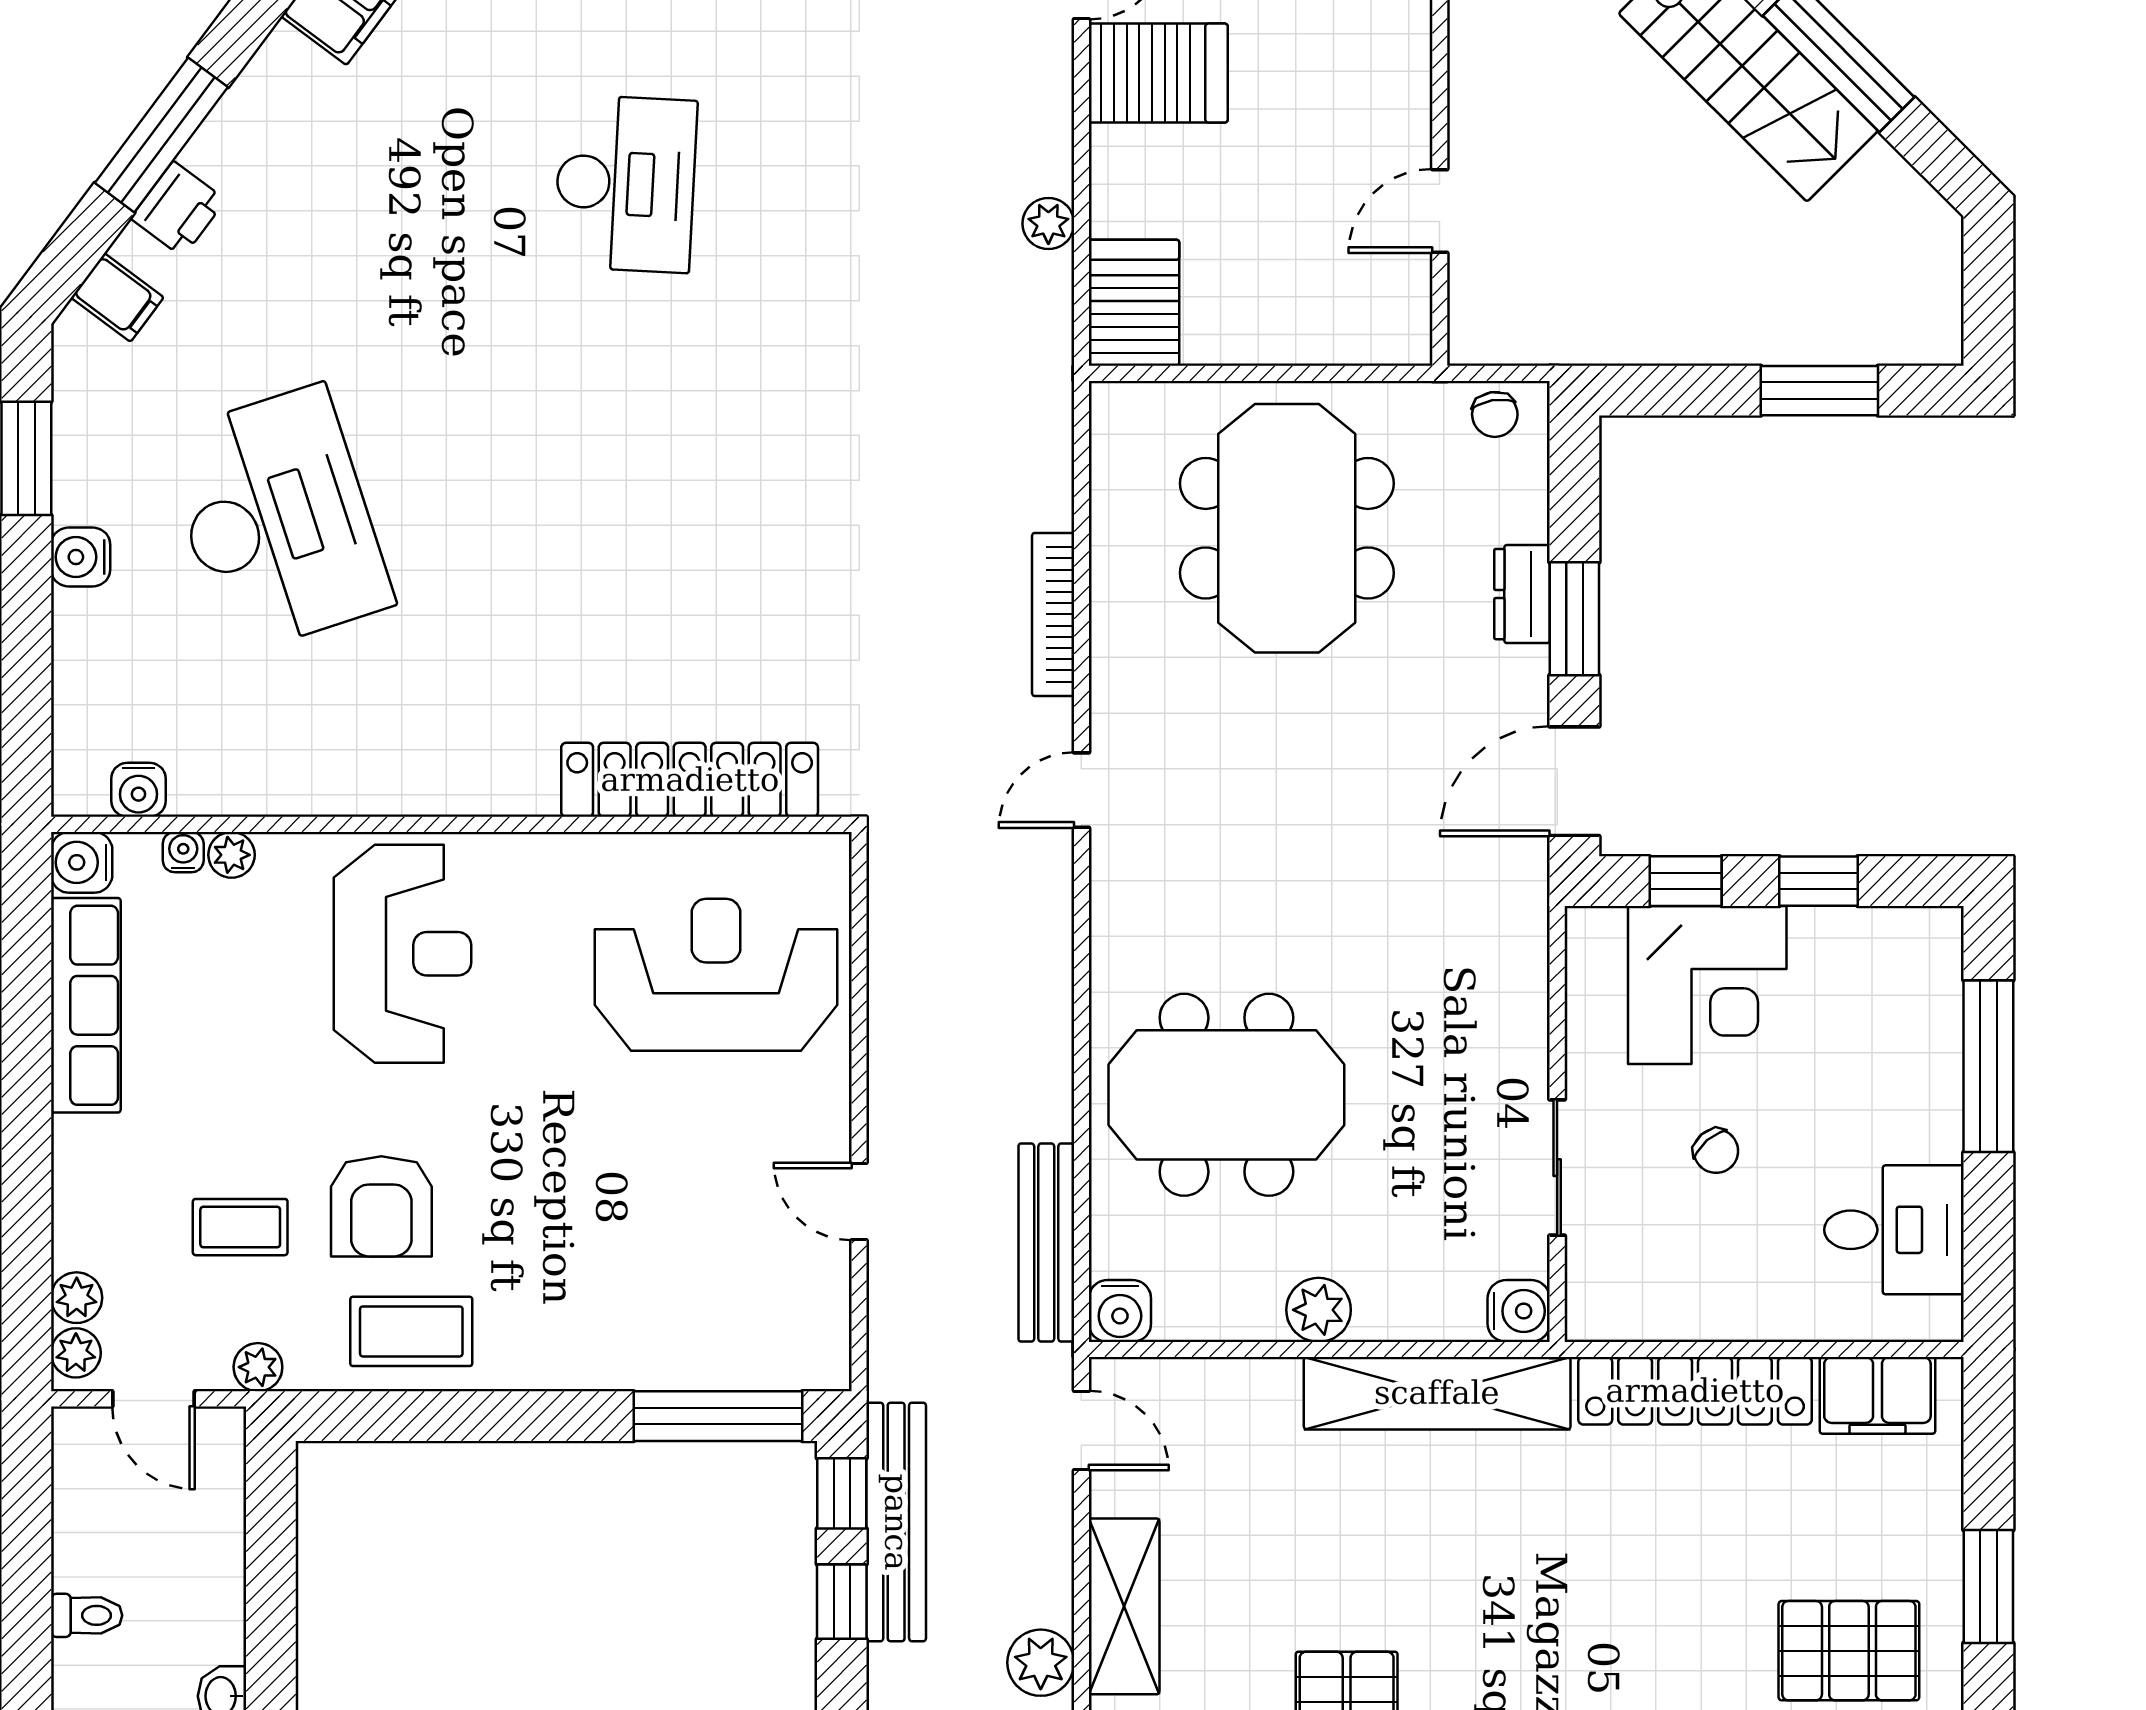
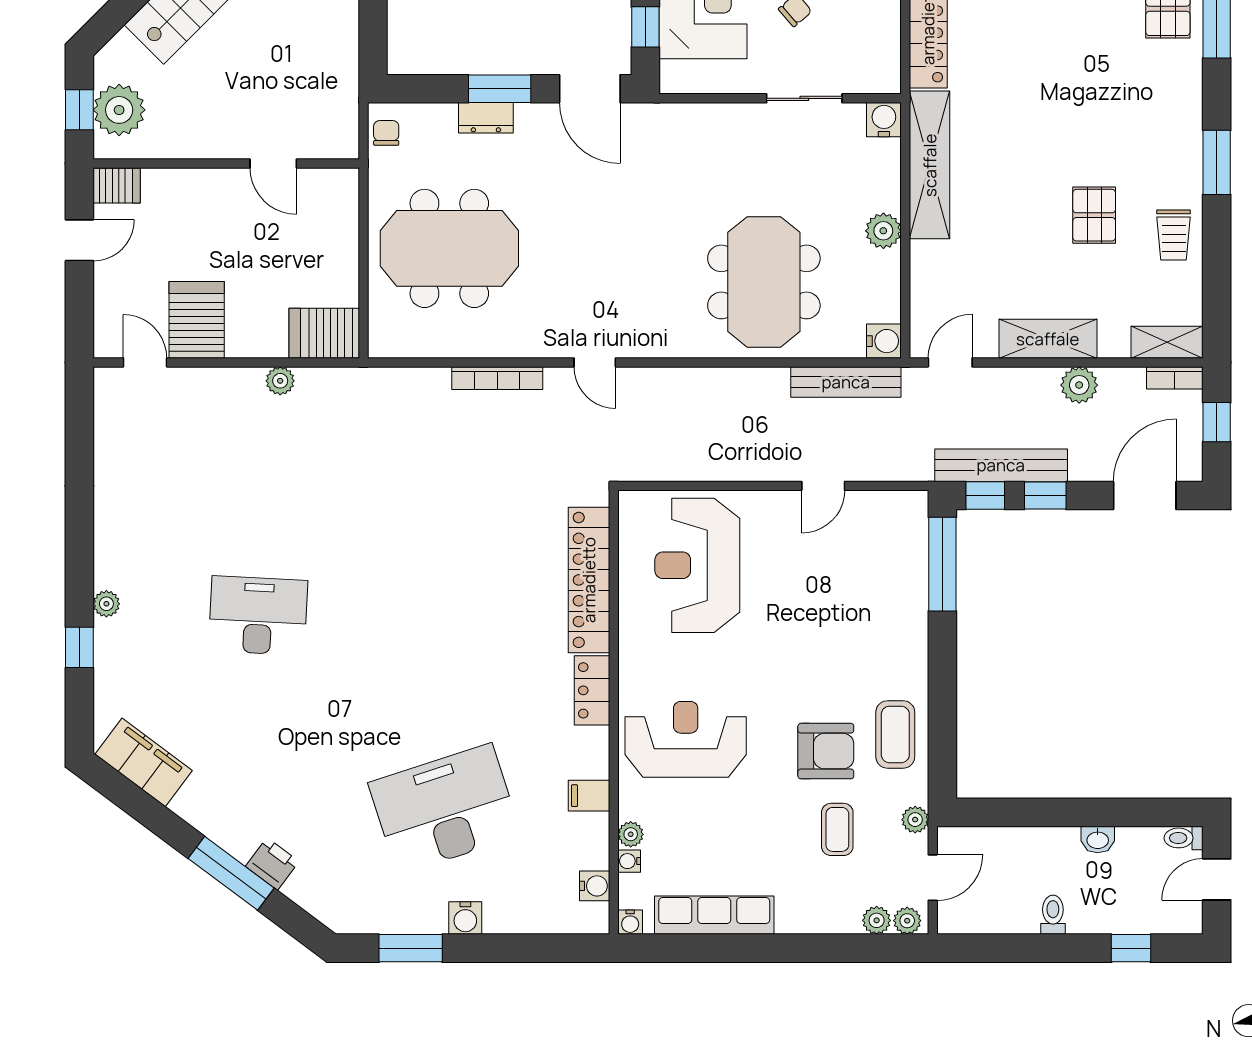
filing cabinet: (117, 297) -> (589, 796), moved, turned -127
chair: (1495, 414) -> (386, 133), turned -81
locker: (491, 785) -> (592, 690), added
water cooler: (82, 862) -> (630, 922), width x0.72, depth x0.72

